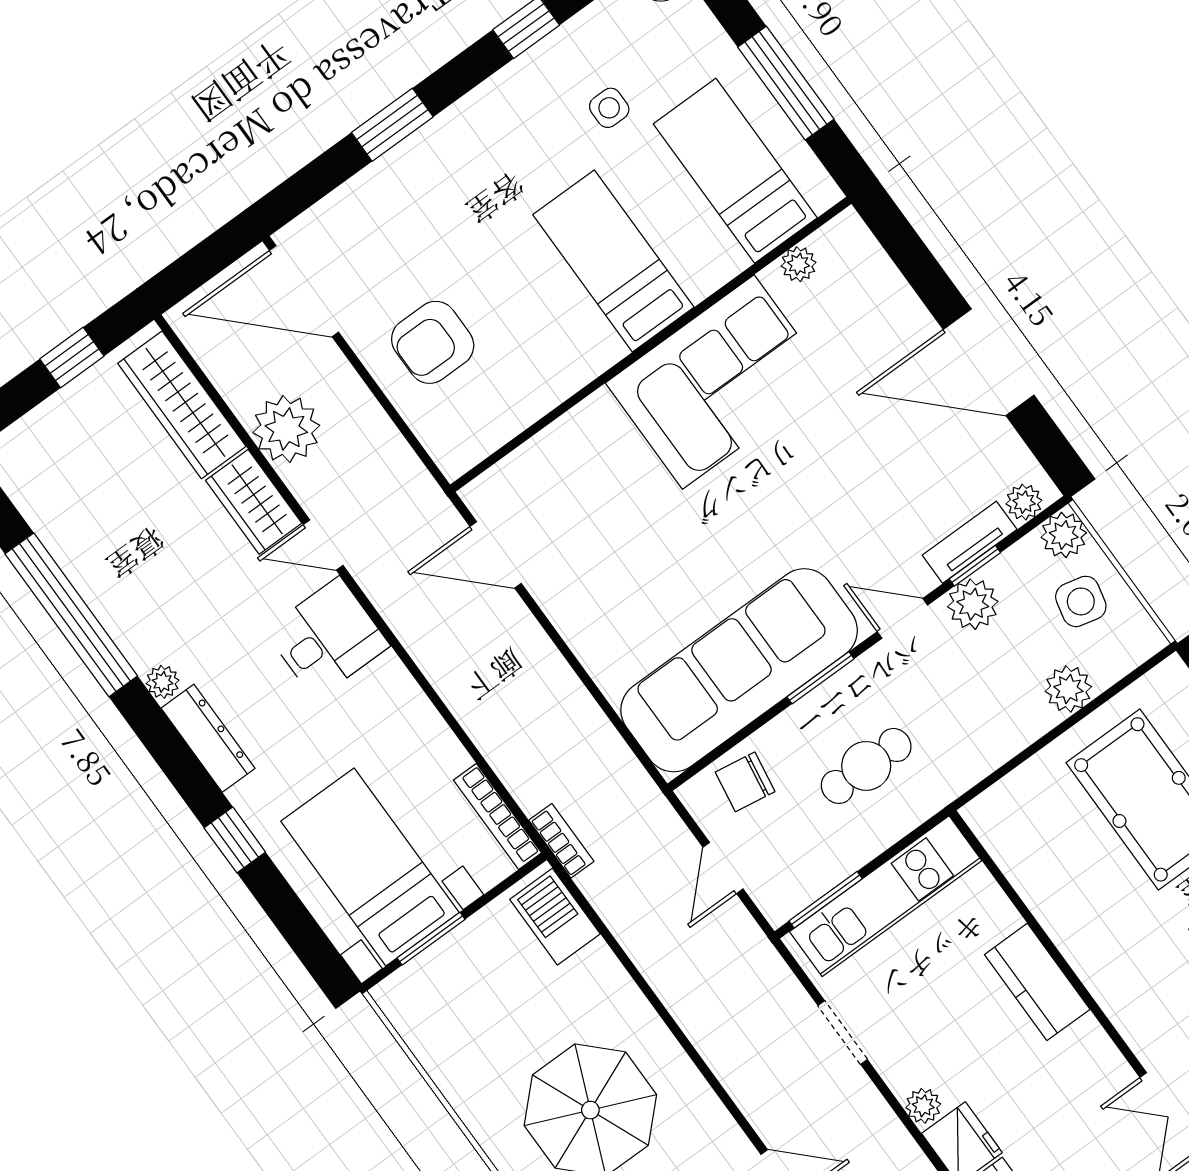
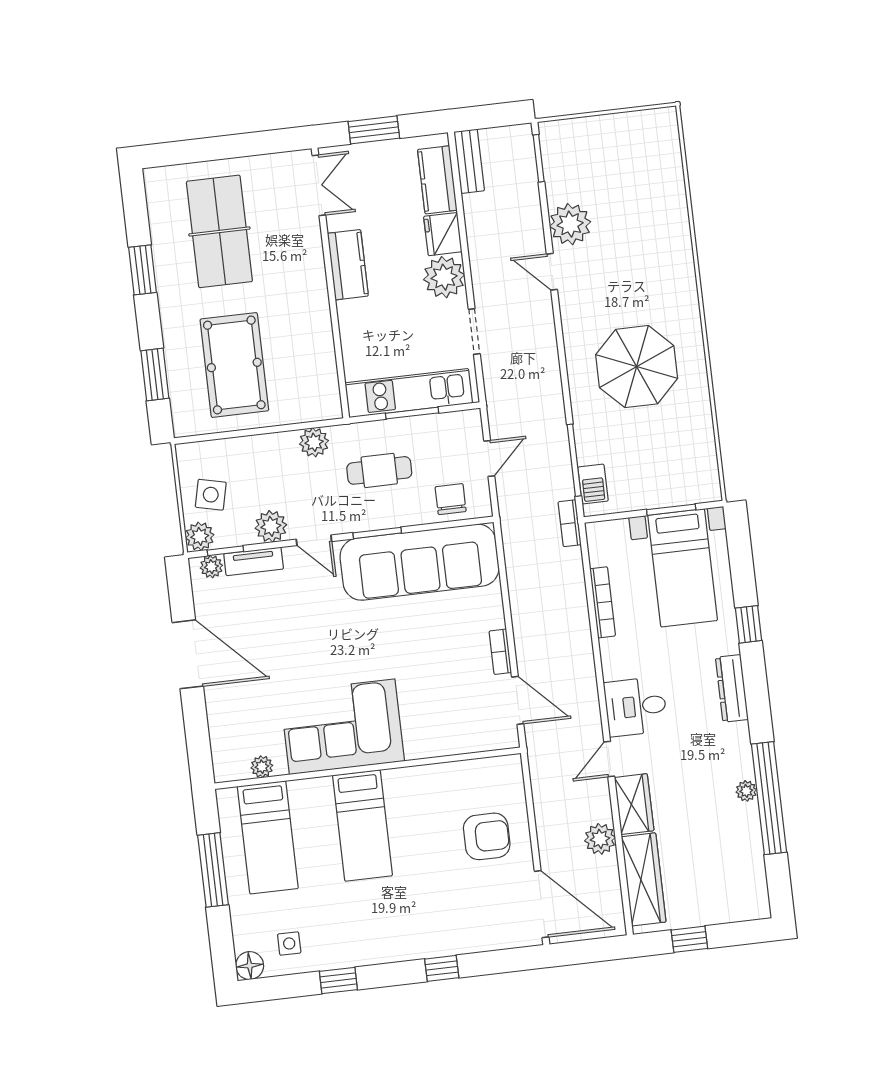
side table: (609, 108) -> (289, 943), moved
window: (392, 125) -> (442, 968), width x0.67
plant: (286, 429) -> (600, 839), width x0.73, depth x0.73
door: (323, 545) -> (609, 759), swing flipped
window: (975, 566) -> (225, 551), moved
bookcase: (558, 609) -> (500, 652), added
plant: (163, 682) -> (746, 791), moved
plant: (1068, 689) -> (314, 442), moved
chair: (745, 782) -> (451, 499), turned -99
bookcase: (497, 817) -> (603, 602), moved
window: (826, 900) -> (412, 413), moved
barbecue: (555, 917) -> (593, 484), width x0.73, depth x0.79
window: (604, 932) -> (574, 460), added
kitchen counter: (1037, 982) -> (348, 265), moved
plant: (923, 1106) -> (444, 277), width x1.87, depth x1.87

